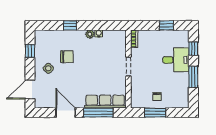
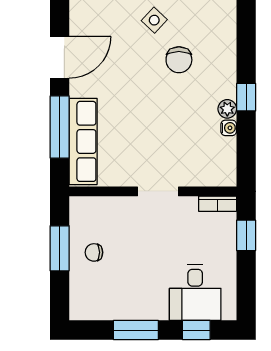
window: (70, 25) -> (246, 97), moved
window: (166, 25) -> (246, 235), moved
desk: (176, 60) -> (195, 293), moved

